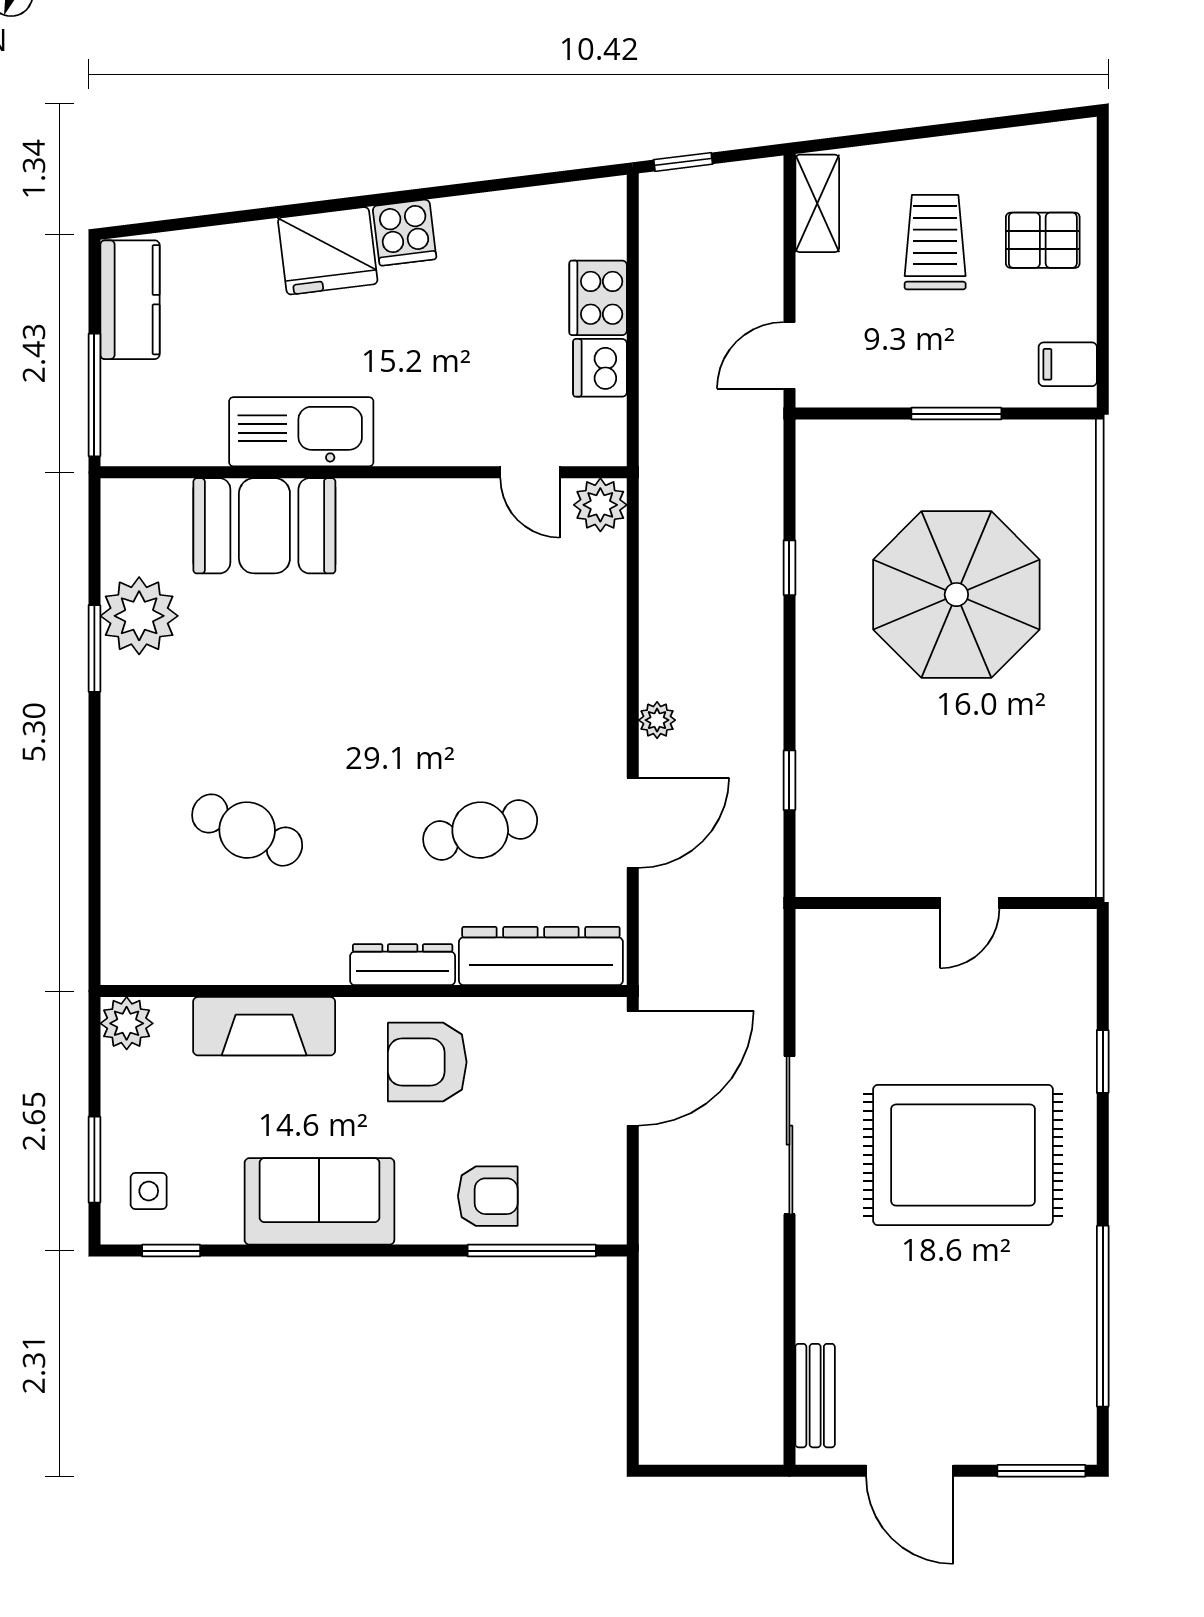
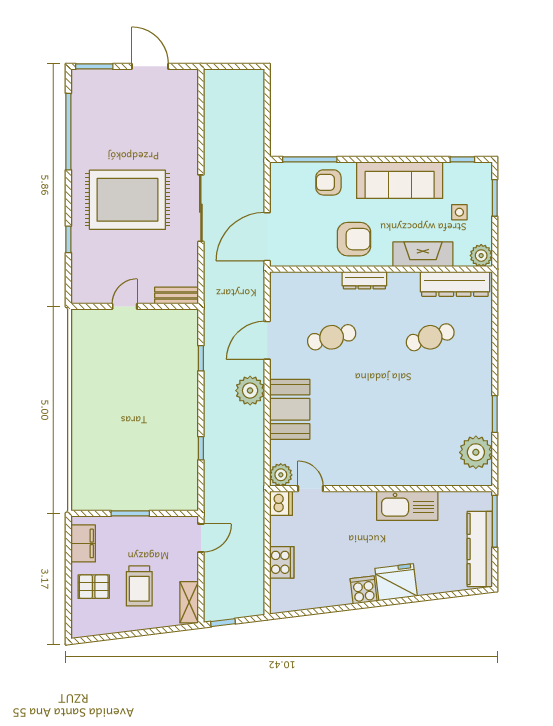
window: (683, 162) -> (223, 623), moved
kitchen counter: (130, 300) -> (480, 549), width x1.50
filing cabinet: (1068, 364) -> (83, 543), width x2.00
dishwasher: (600, 368) -> (281, 503), moved
booth: (264, 526) -> (290, 409), moved, turned 90
parasol: (956, 595) -> (130, 437), removed
plant: (139, 616) -> (476, 452), moved
plant: (657, 720) -> (250, 391), width x1.88, depth x1.88
cafe table: (247, 830) -> (430, 337), turned -42
dresser: (541, 956) -> (455, 284), moved
side table: (149, 1191) -> (459, 212), moved
sofa: (319, 1201) -> (400, 180), width x1.36
bench: (815, 1396) -> (176, 296), moved, turned 90

